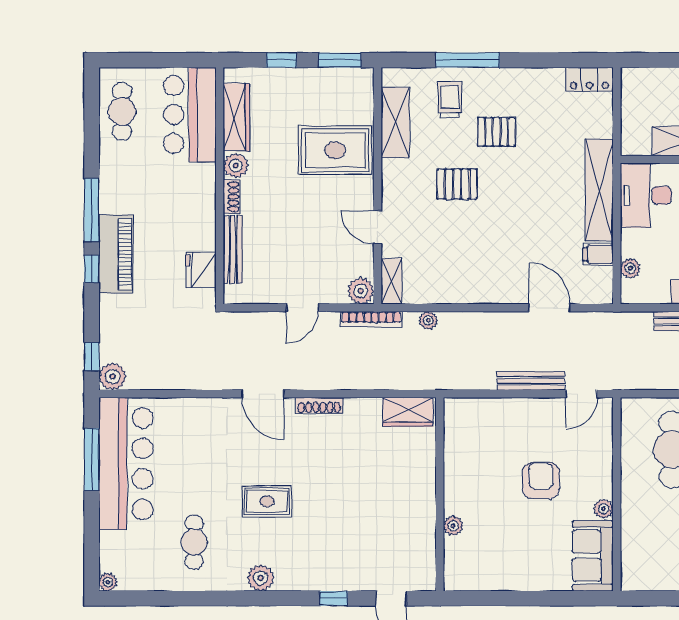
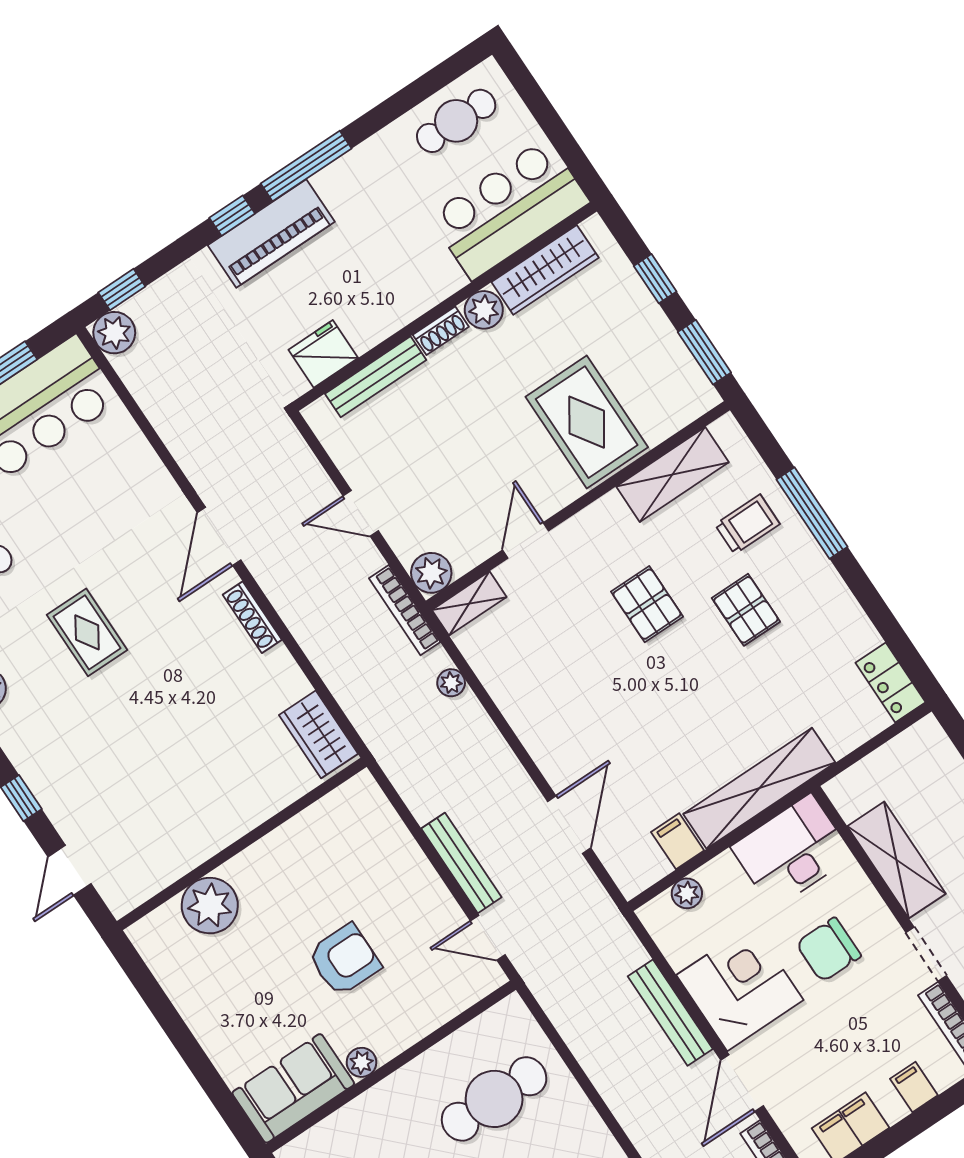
plant: (453, 526) -> (210, 906), width x1.88, depth x1.88

